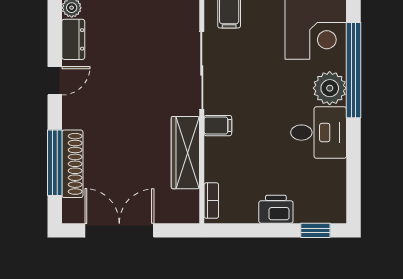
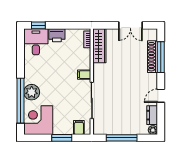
desk: (319, 133) -> (36, 42), moved, turned 90
wardrobe: (185, 153) -> (99, 46), moved
double door: (119, 230) -> (130, 25), width x0.73

